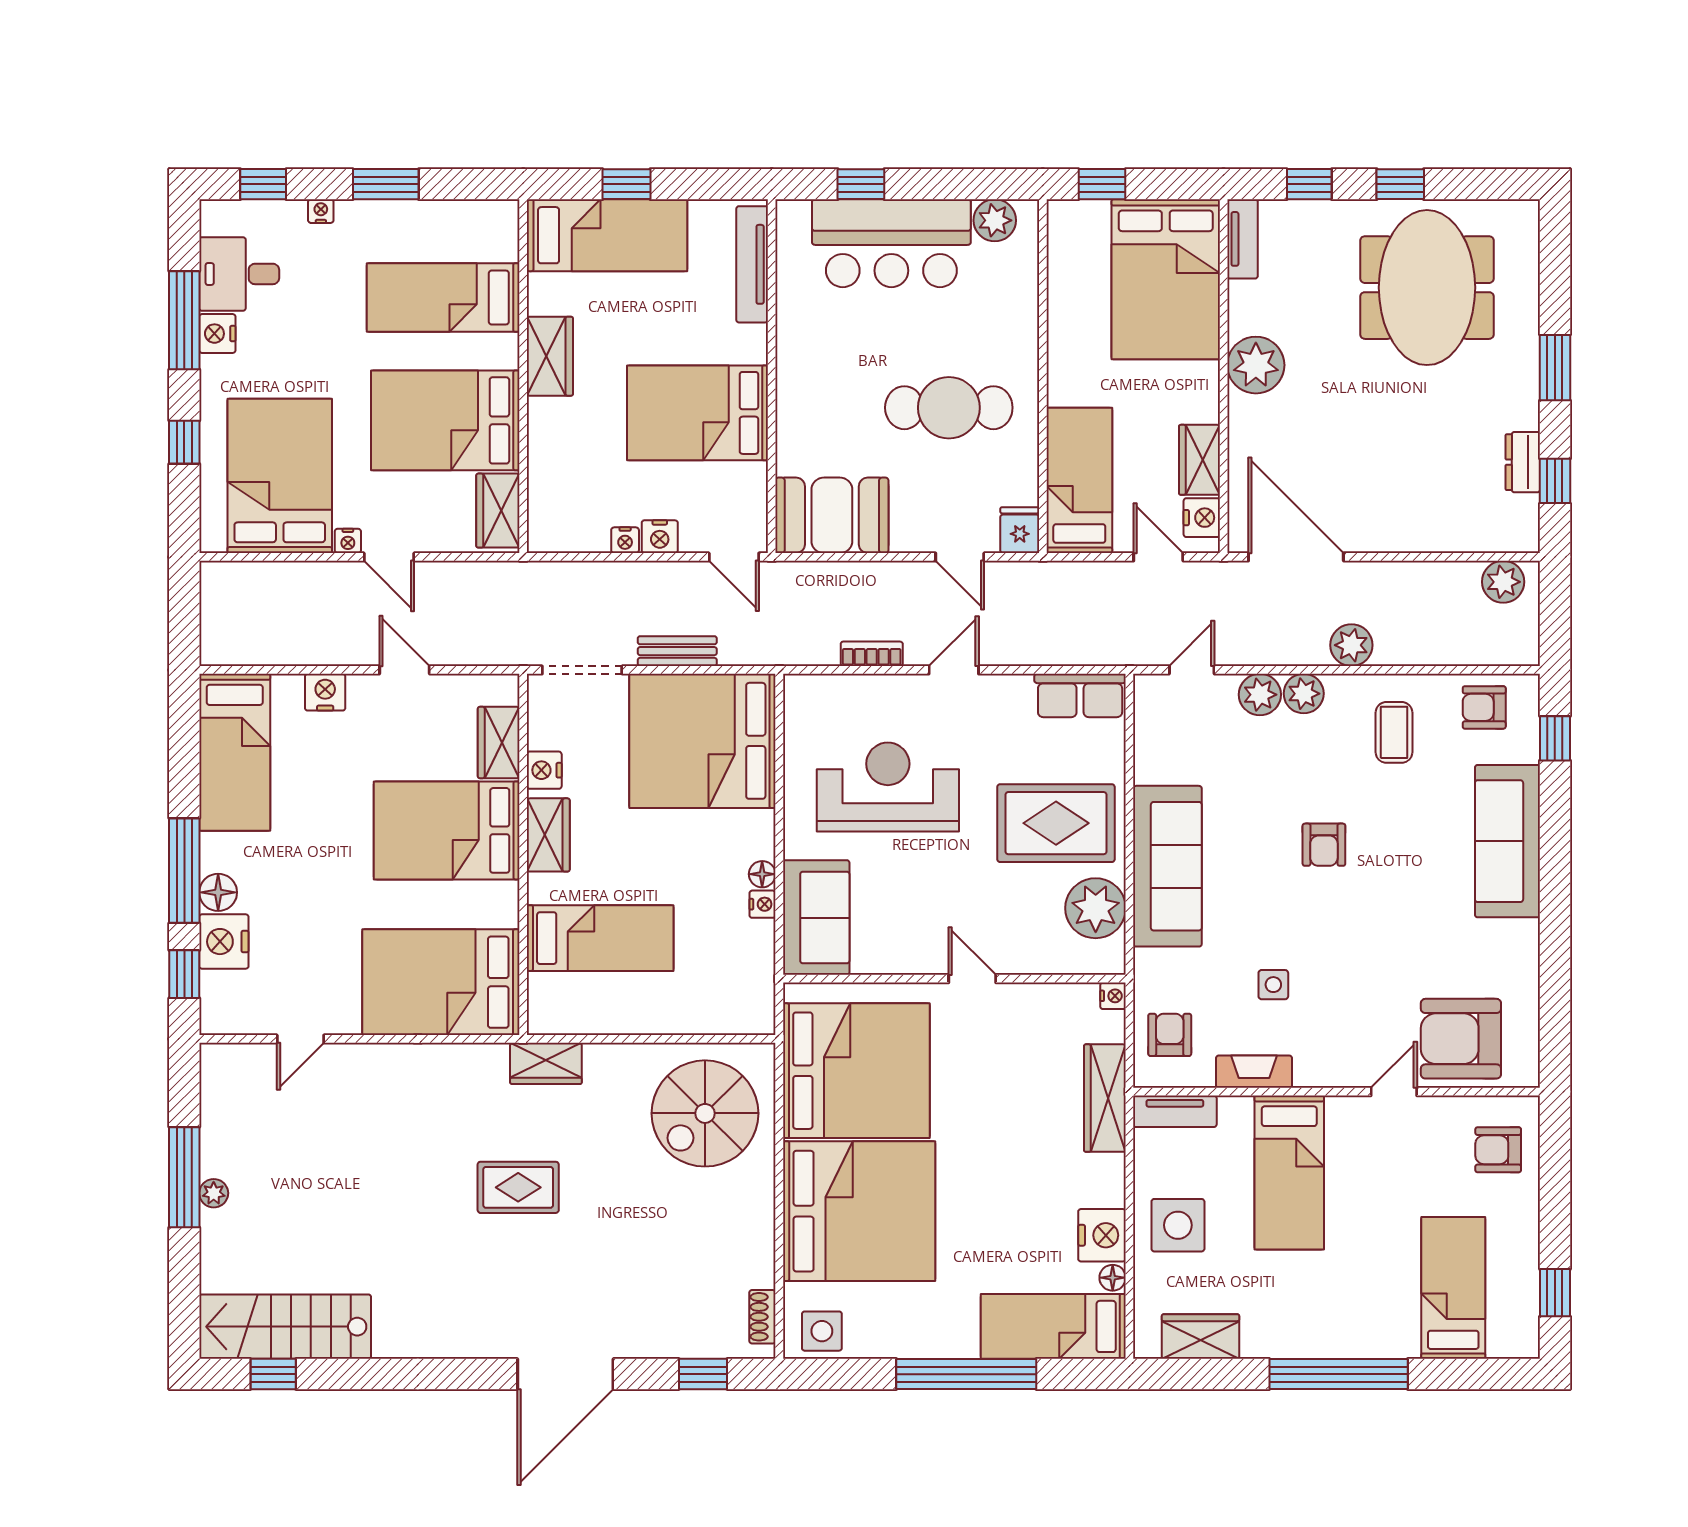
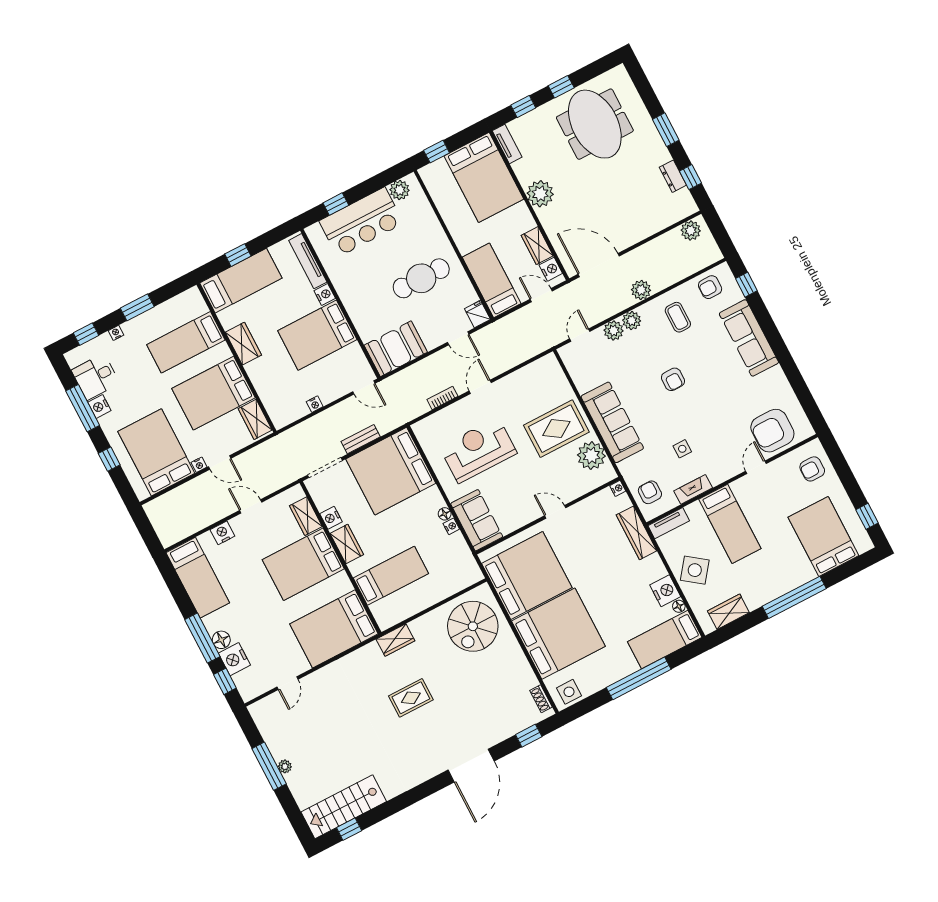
nightstand: (660, 537) -> (325, 294), moved, turned -90
row of seats: (1080, 695) -> (539, 370), removed
side table: (1178, 1225) -> (695, 570), turned 37
bed: (1453, 1288) -> (823, 536), width x1.50

